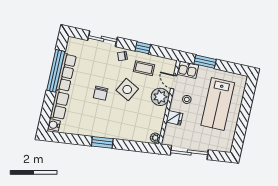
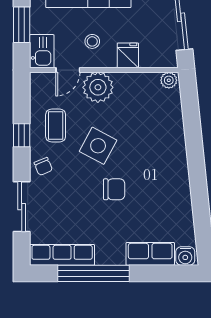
row of seats: (66, 72) -> (62, 255), moved
window: (102, 142) -> (197, 168), removed

